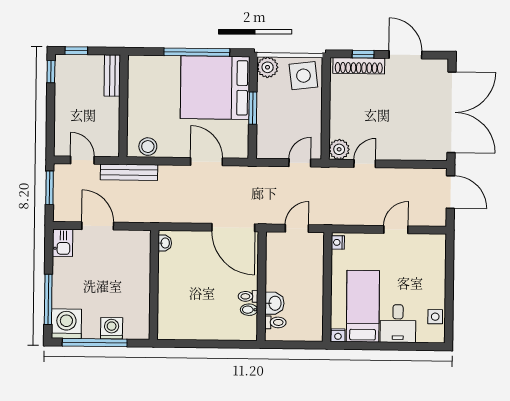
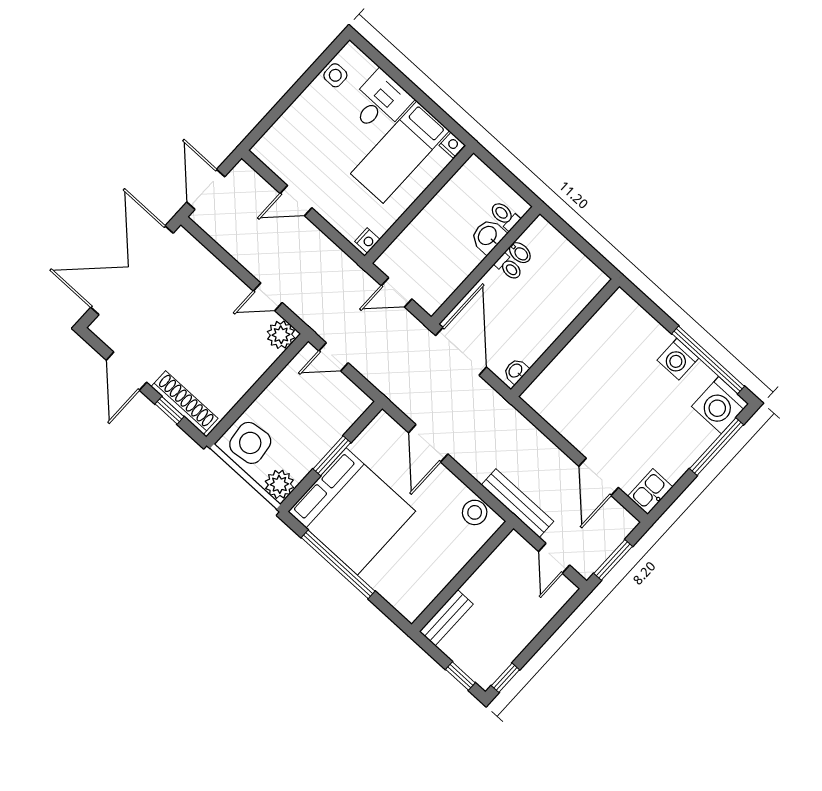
washbasin: (165, 243) -> (516, 371), moved
wall: (154, 285) -> (565, 338), moved

